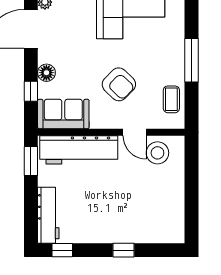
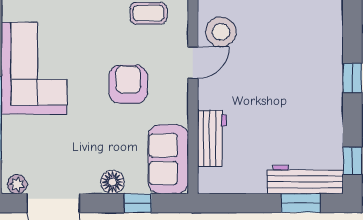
armchair: (119, 84) -> (128, 84), turned -44
workbench: (79, 150) -> (212, 138), width x0.53, depth x0.76
window: (31, 161) -> (301, 203), moved

